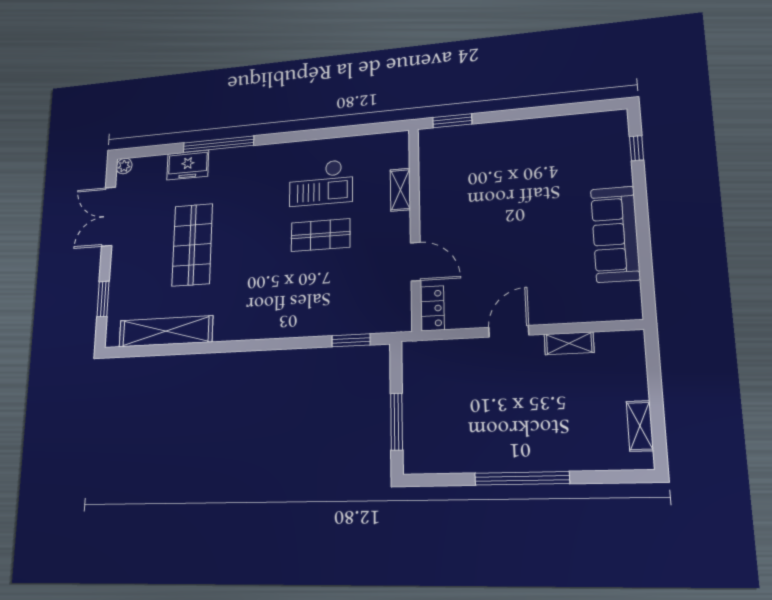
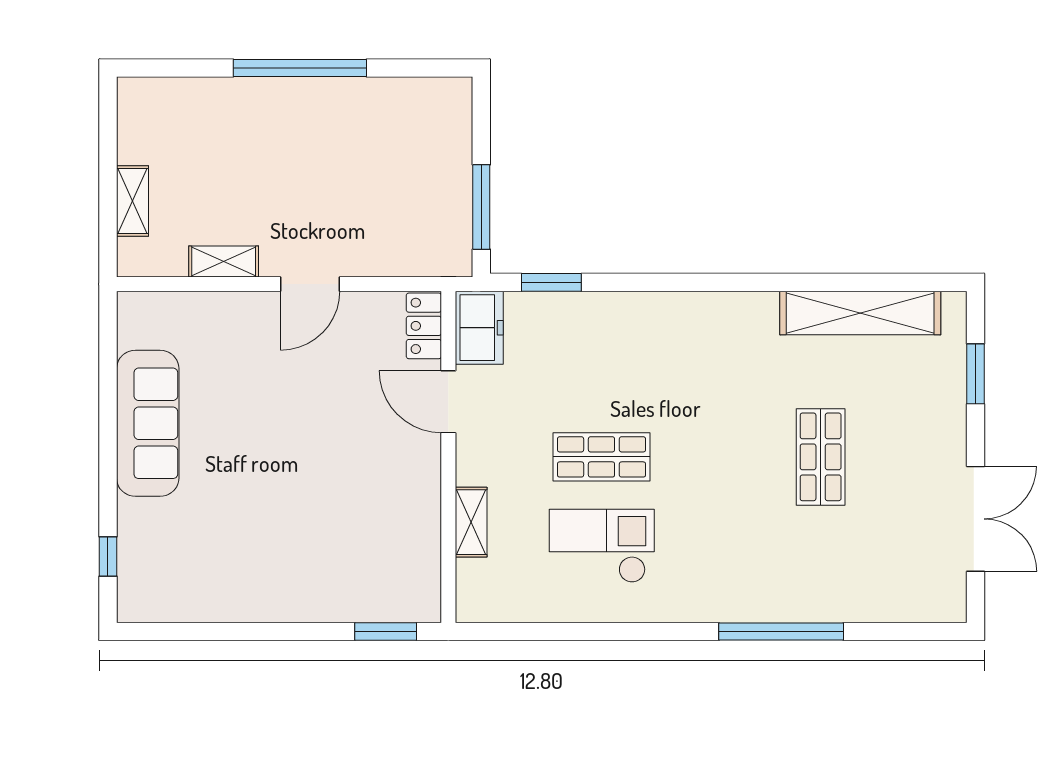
freezer: (188, 165) -> (479, 328), moved, turned 90
plant: (124, 166) -> (952, 608), removed
shop shelf: (192, 245) -> (821, 457), width x0.70, depth x0.74
window: (397, 422) -> (481, 207), moved
shelving: (640, 426) -> (133, 201), moved

